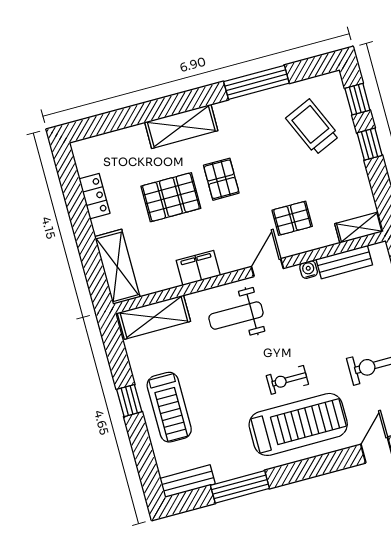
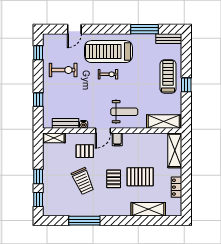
shelving: (181, 126) -> (148, 209), moved
trolley: (313, 127) -> (83, 181), moved
filing cabinet: (198, 268) -> (117, 139), moved, width x0.50

